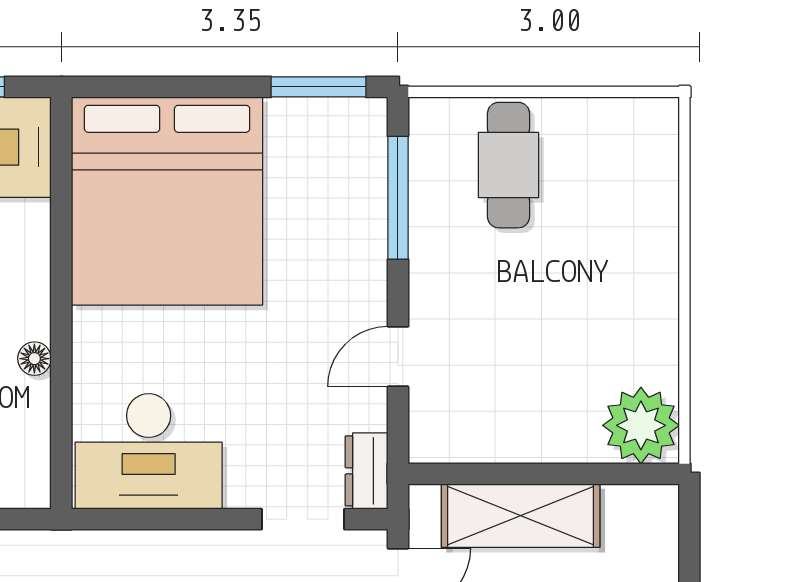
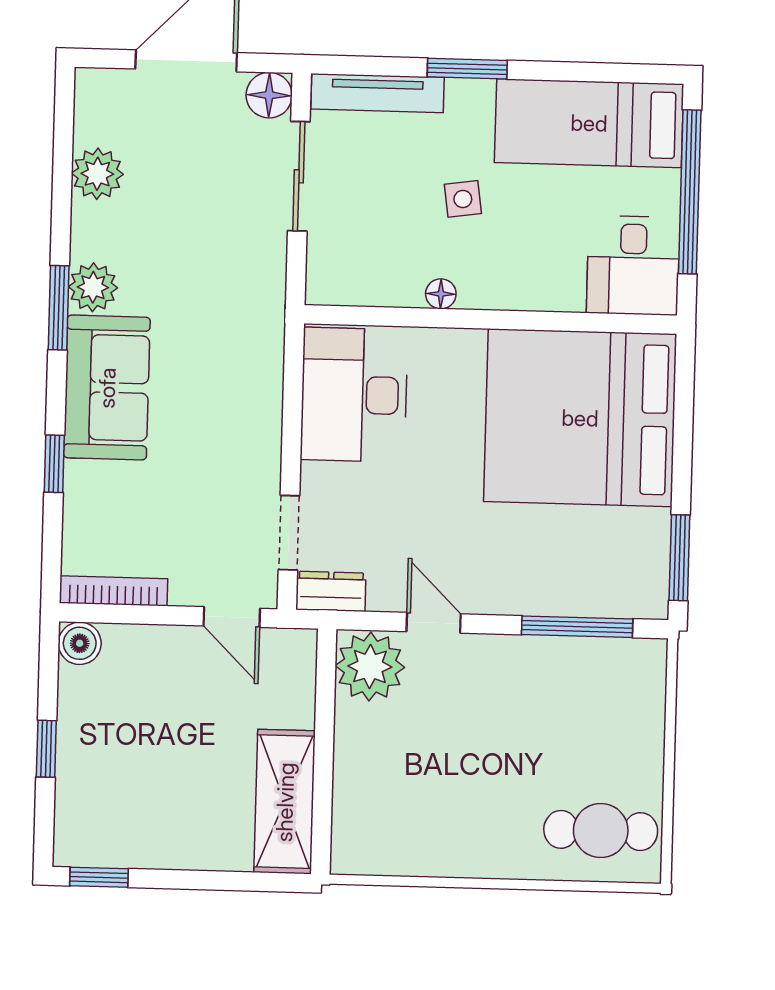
cafe table: (508, 165) -> (601, 830), moved
plant: (641, 425) -> (370, 666), moved
shelving: (521, 516) -> (285, 802), moved

